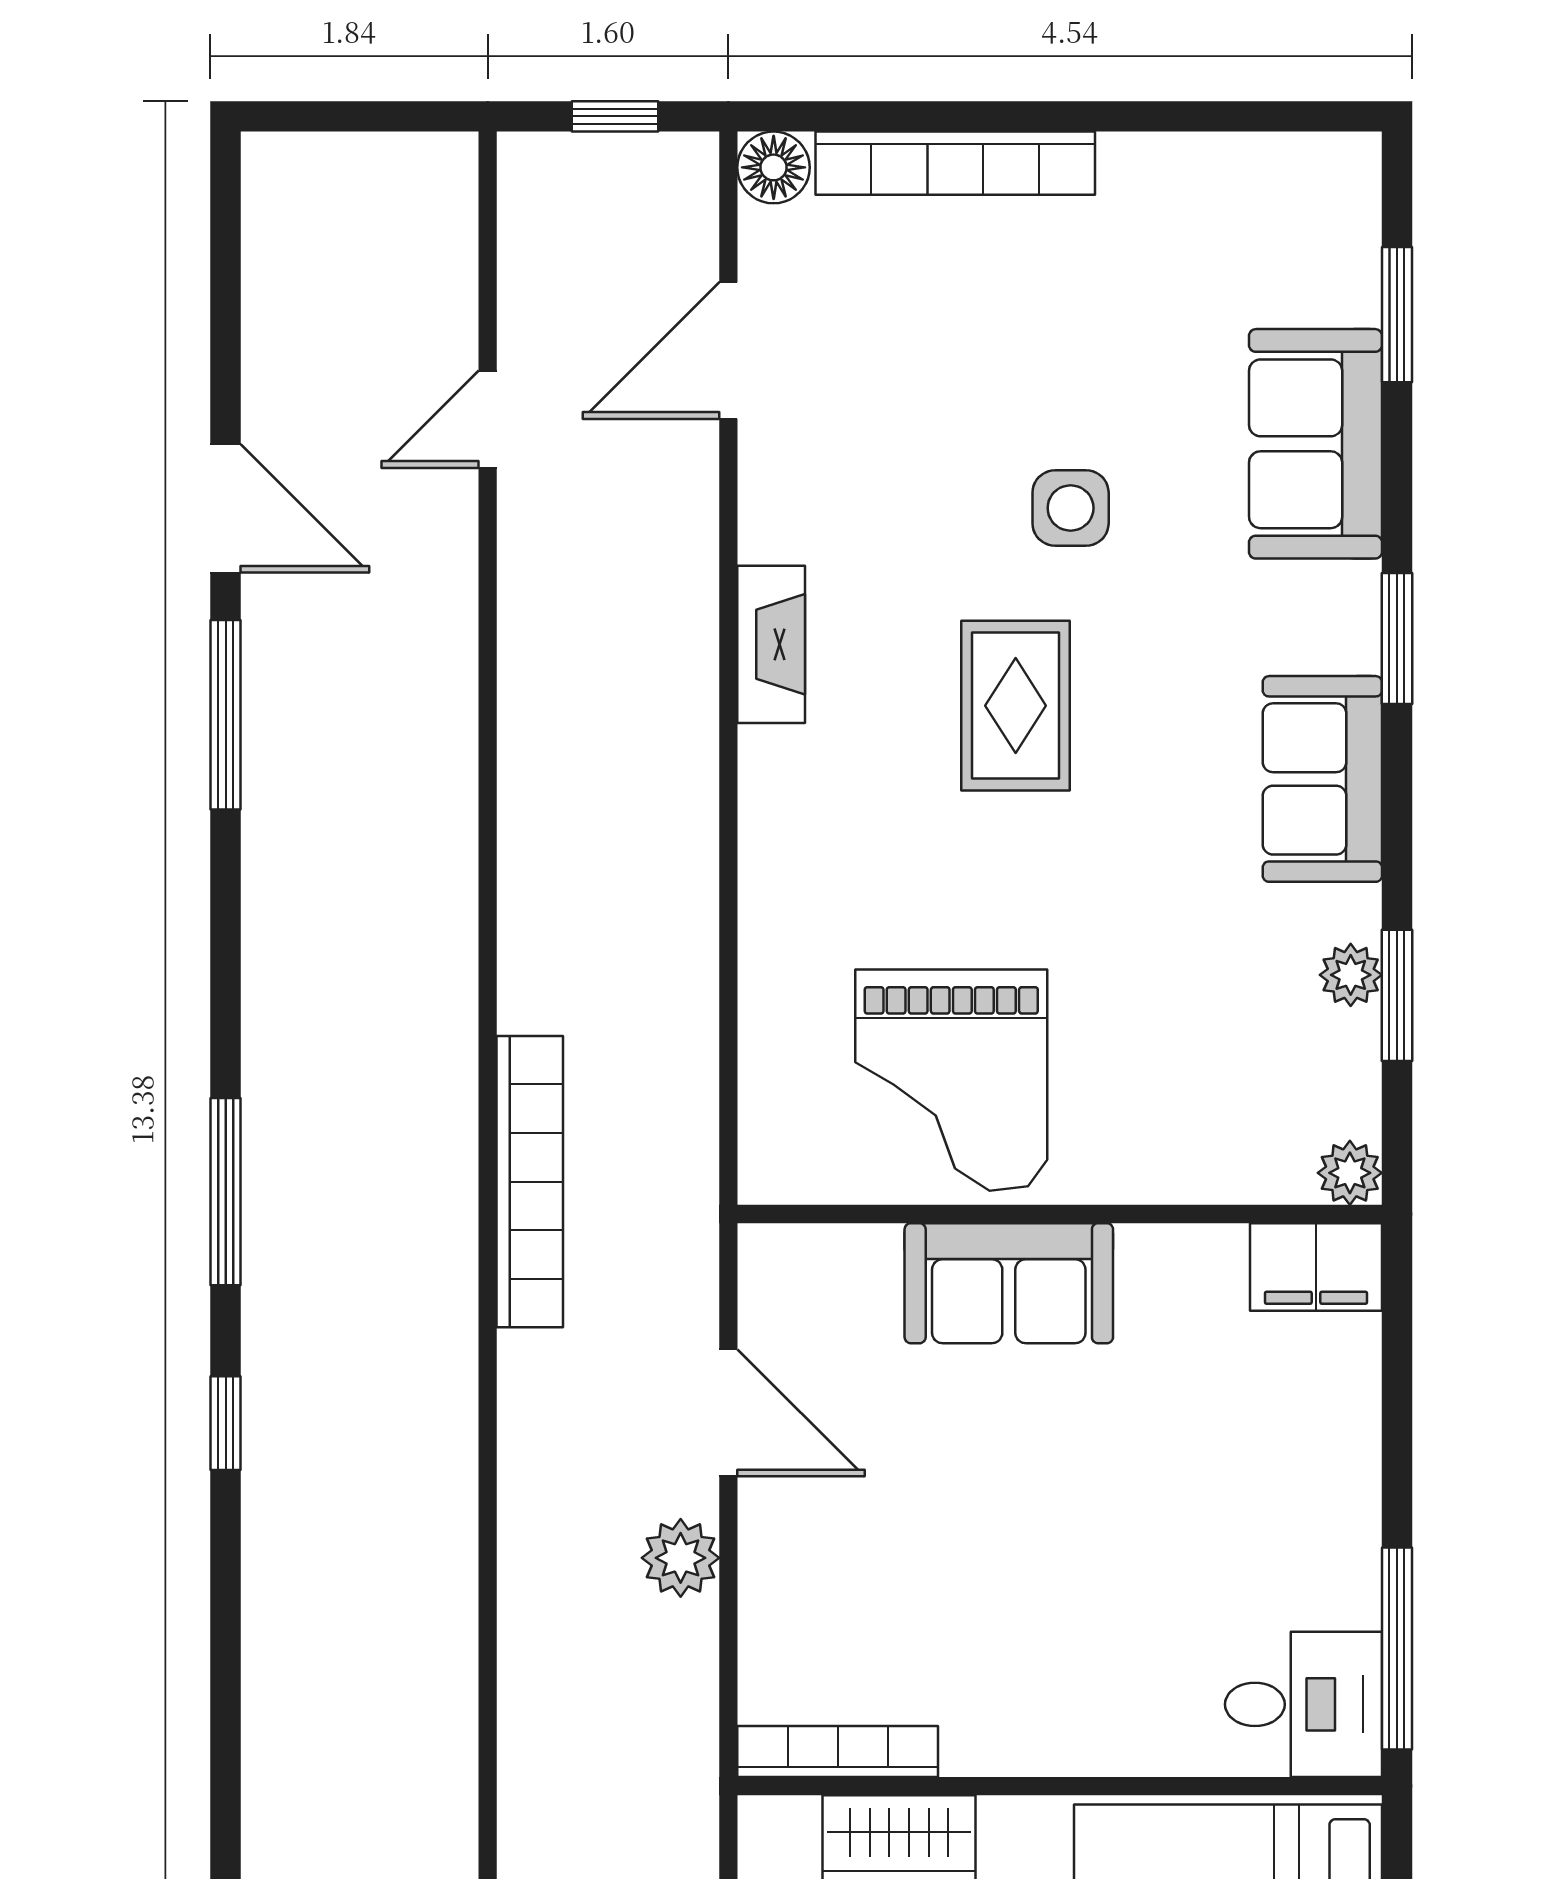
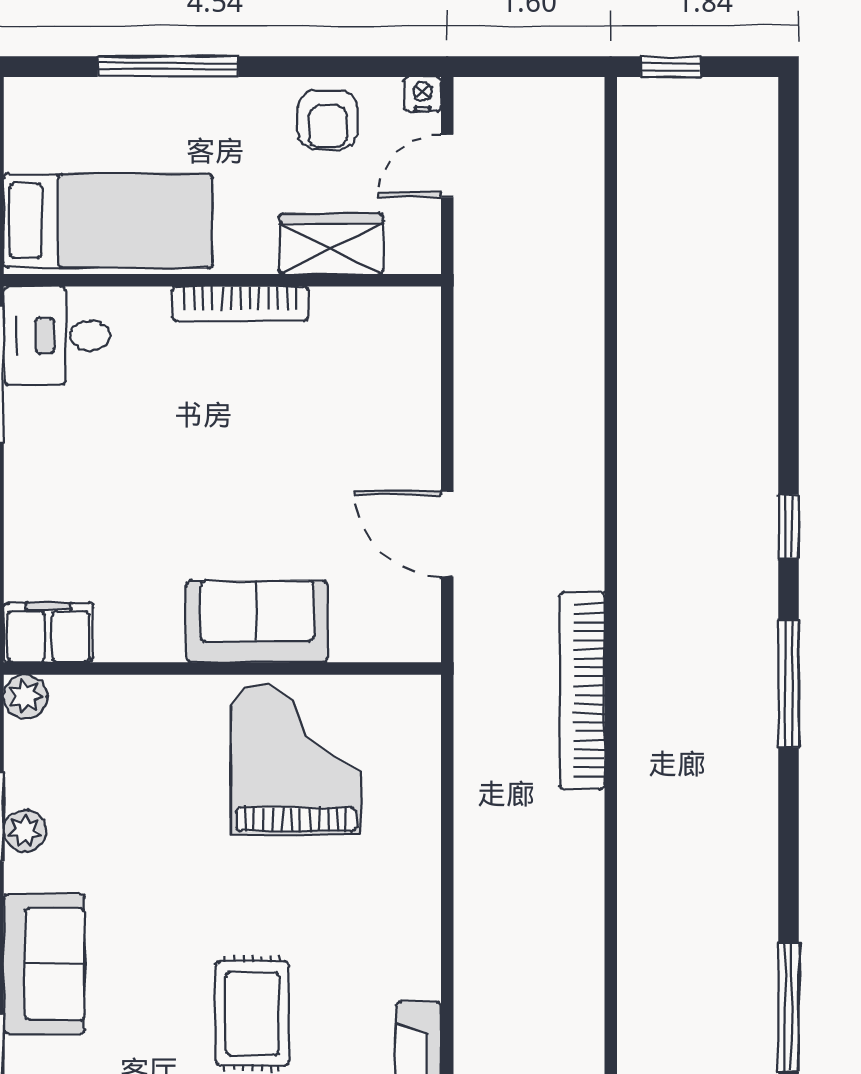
plant: (681, 1558) -> (480, 435), removed
bookcase: (838, 1751) -> (240, 304), moved

